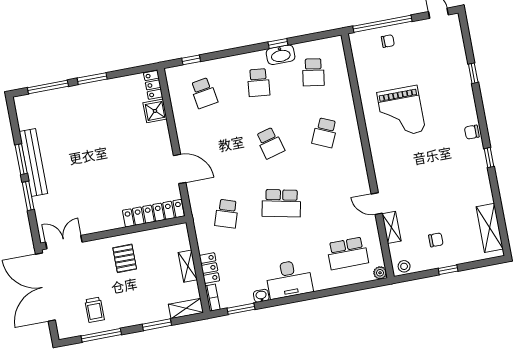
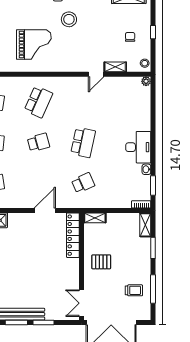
school desk: (325, 133) -> (38, 102), width x1.85
stool: (444, 153) -> (69, 19), added
school desk: (227, 214) -> (83, 183), turned -42
school desk: (348, 253) -> (128, 102), removed
shelving: (188, 266) -> (95, 218), moved
locker: (209, 268) -> (120, 203), removed

